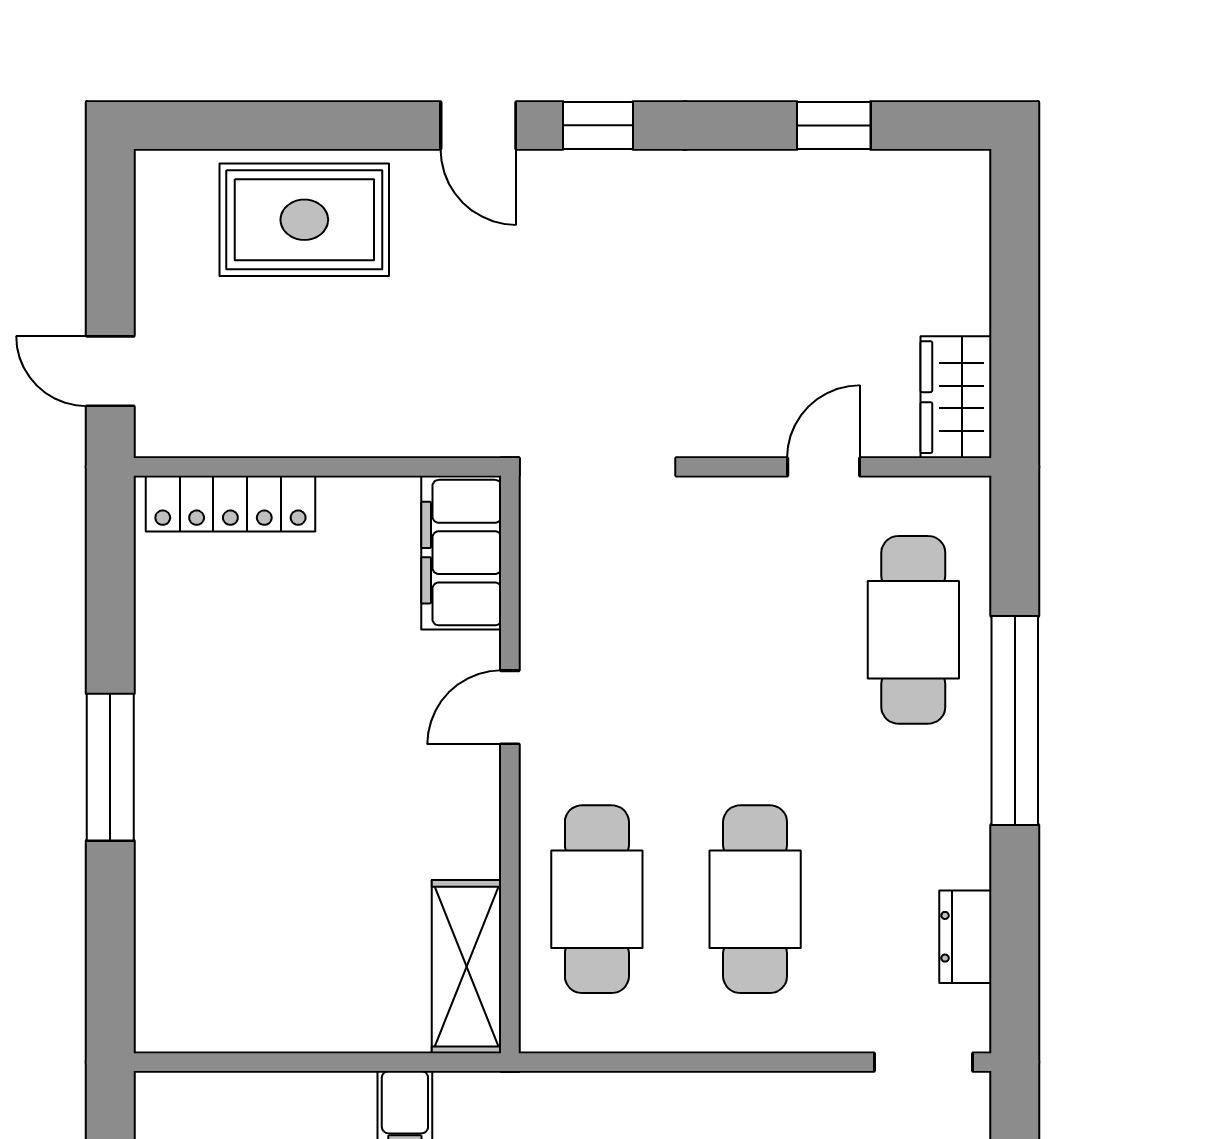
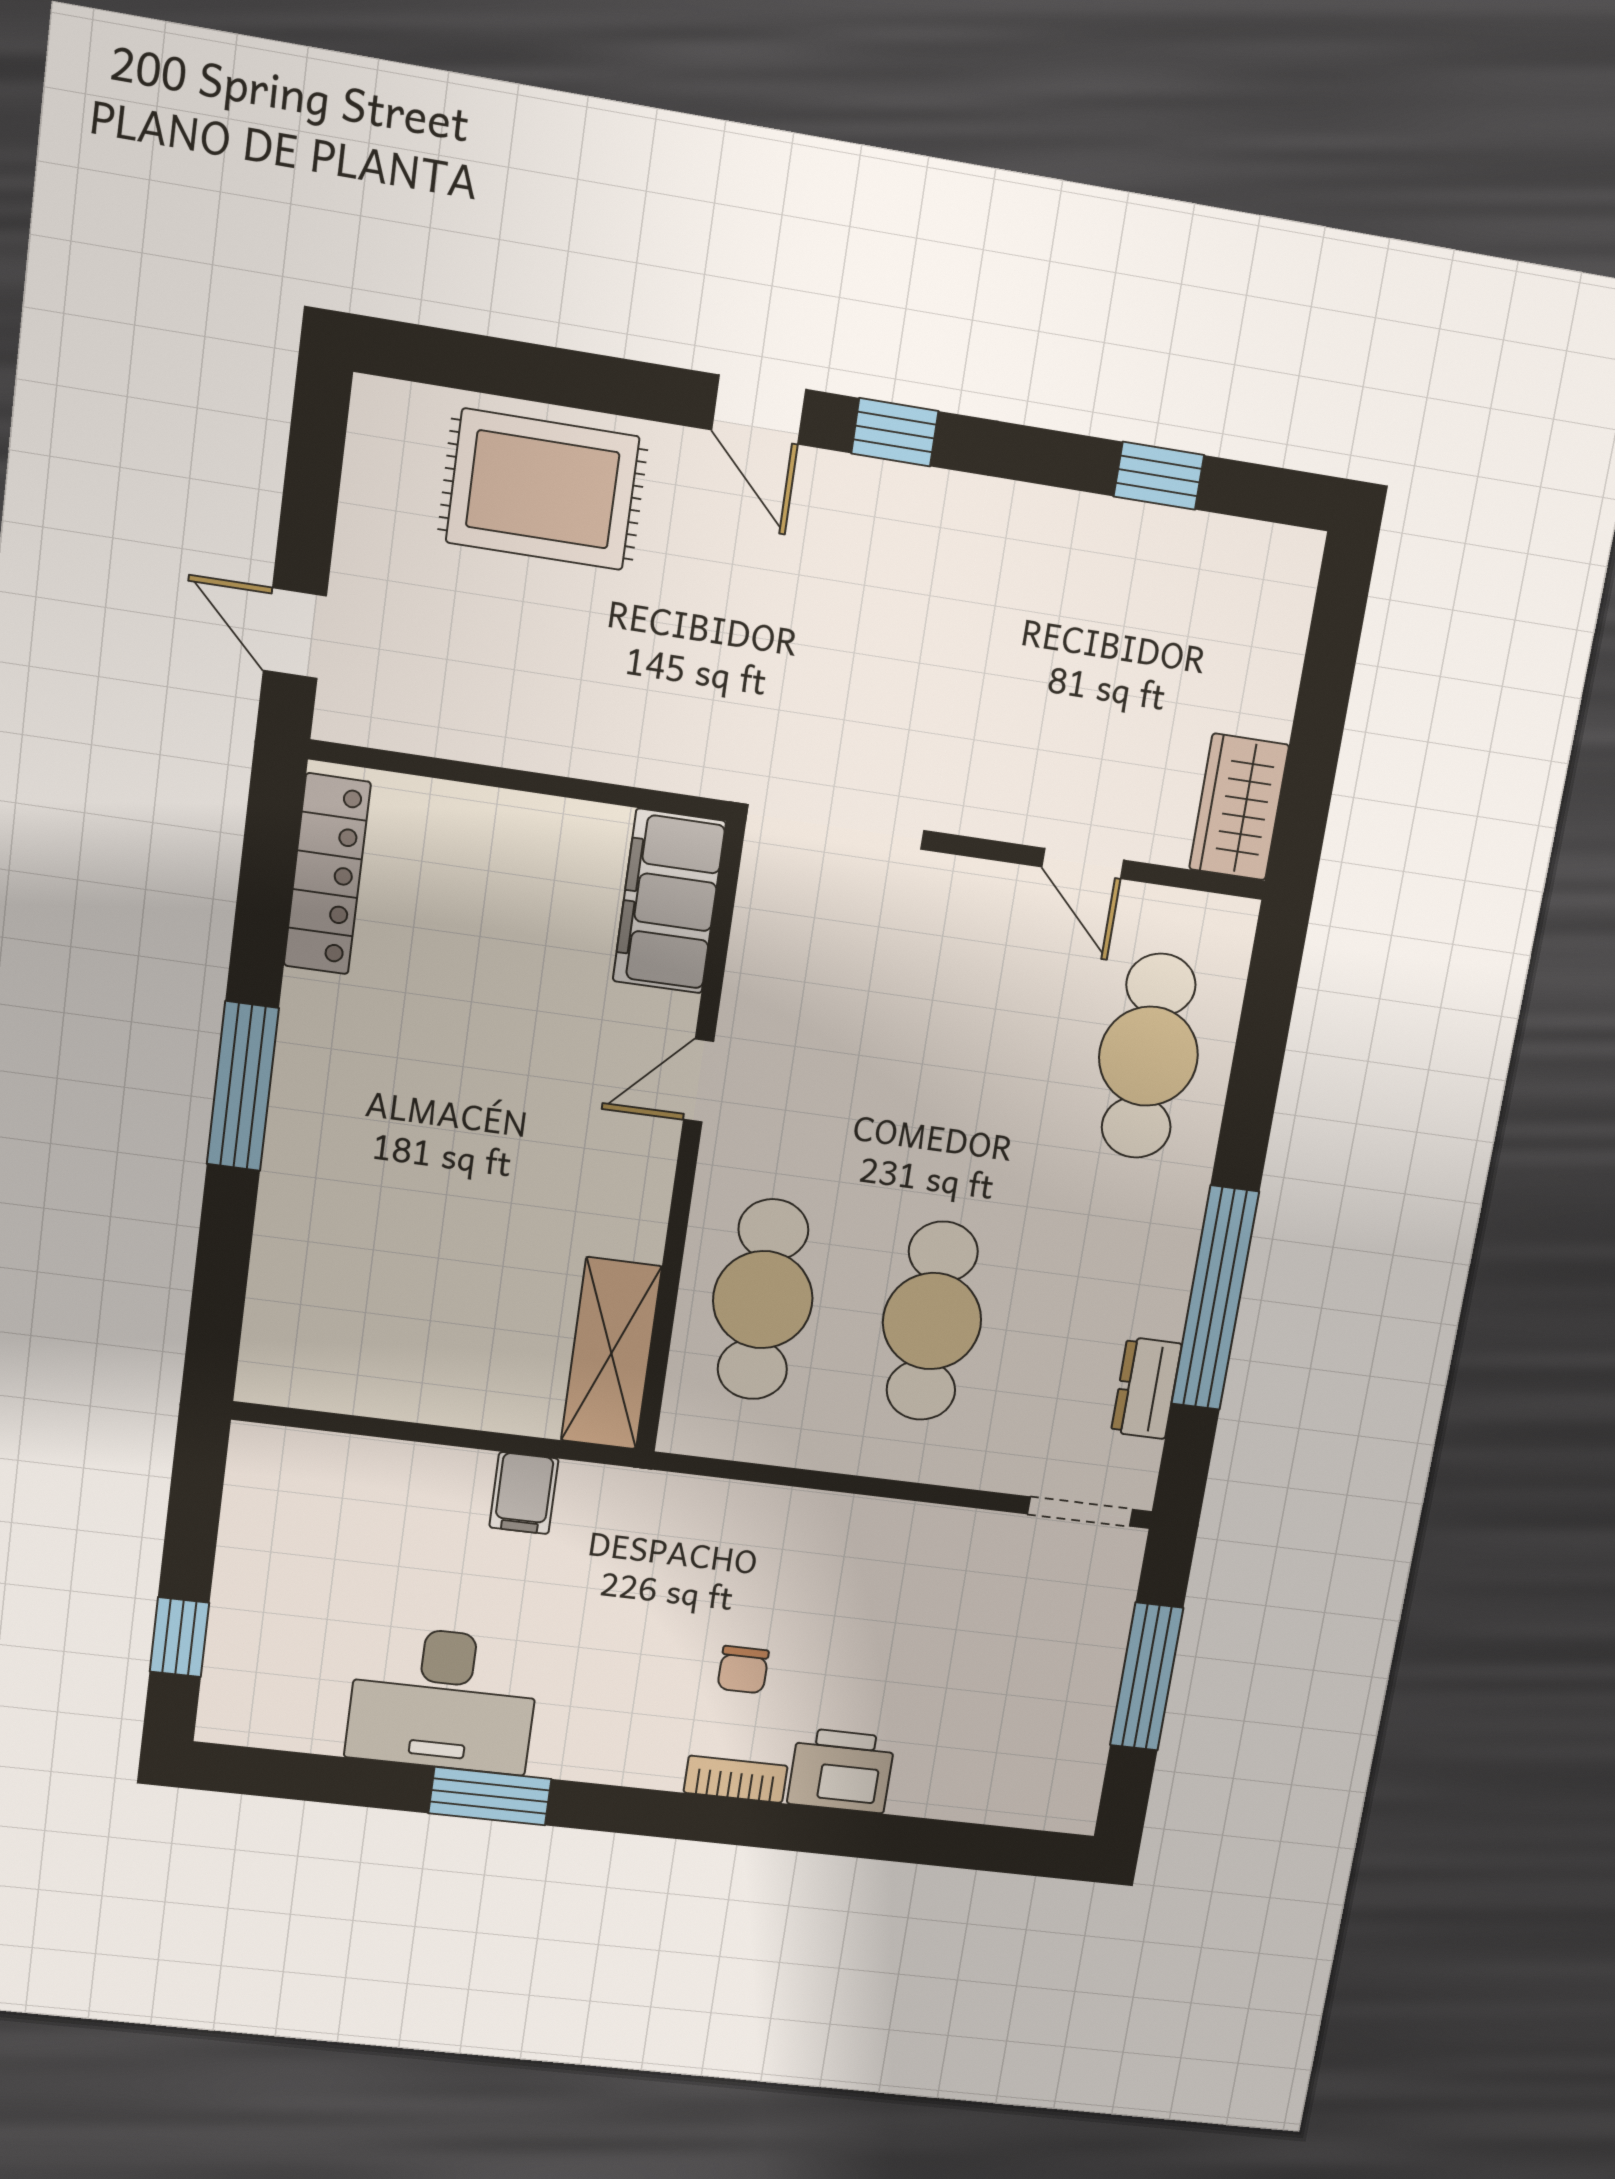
door: (824, 467) -> (1083, 863), swing flipped
locker: (230, 504) -> (327, 874), moved, turned -90
window: (1015, 720) -> (1215, 1298), moved

